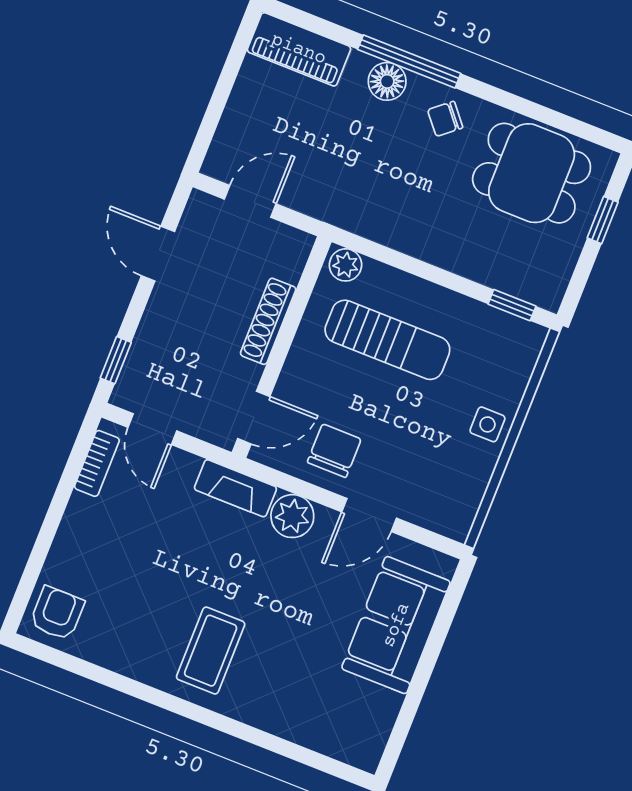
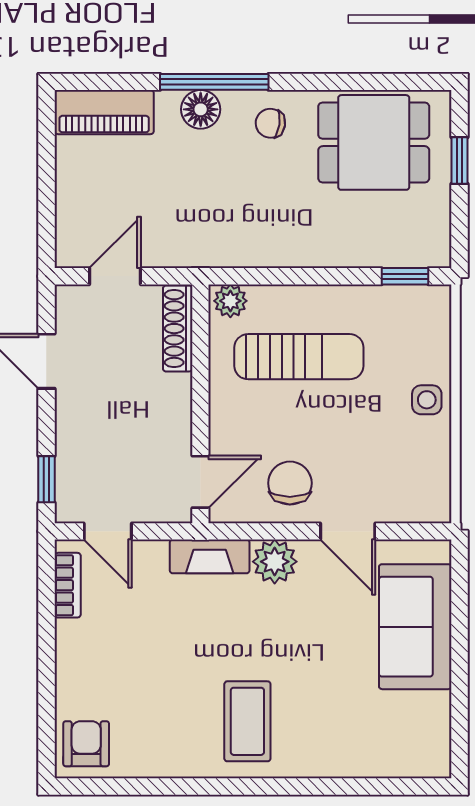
chair: (445, 119) -> (270, 123), turned 48
shoe rack: (268, 321) -> (178, 329), moved
door: (369, 515) -> (348, 531), hinge flipped

